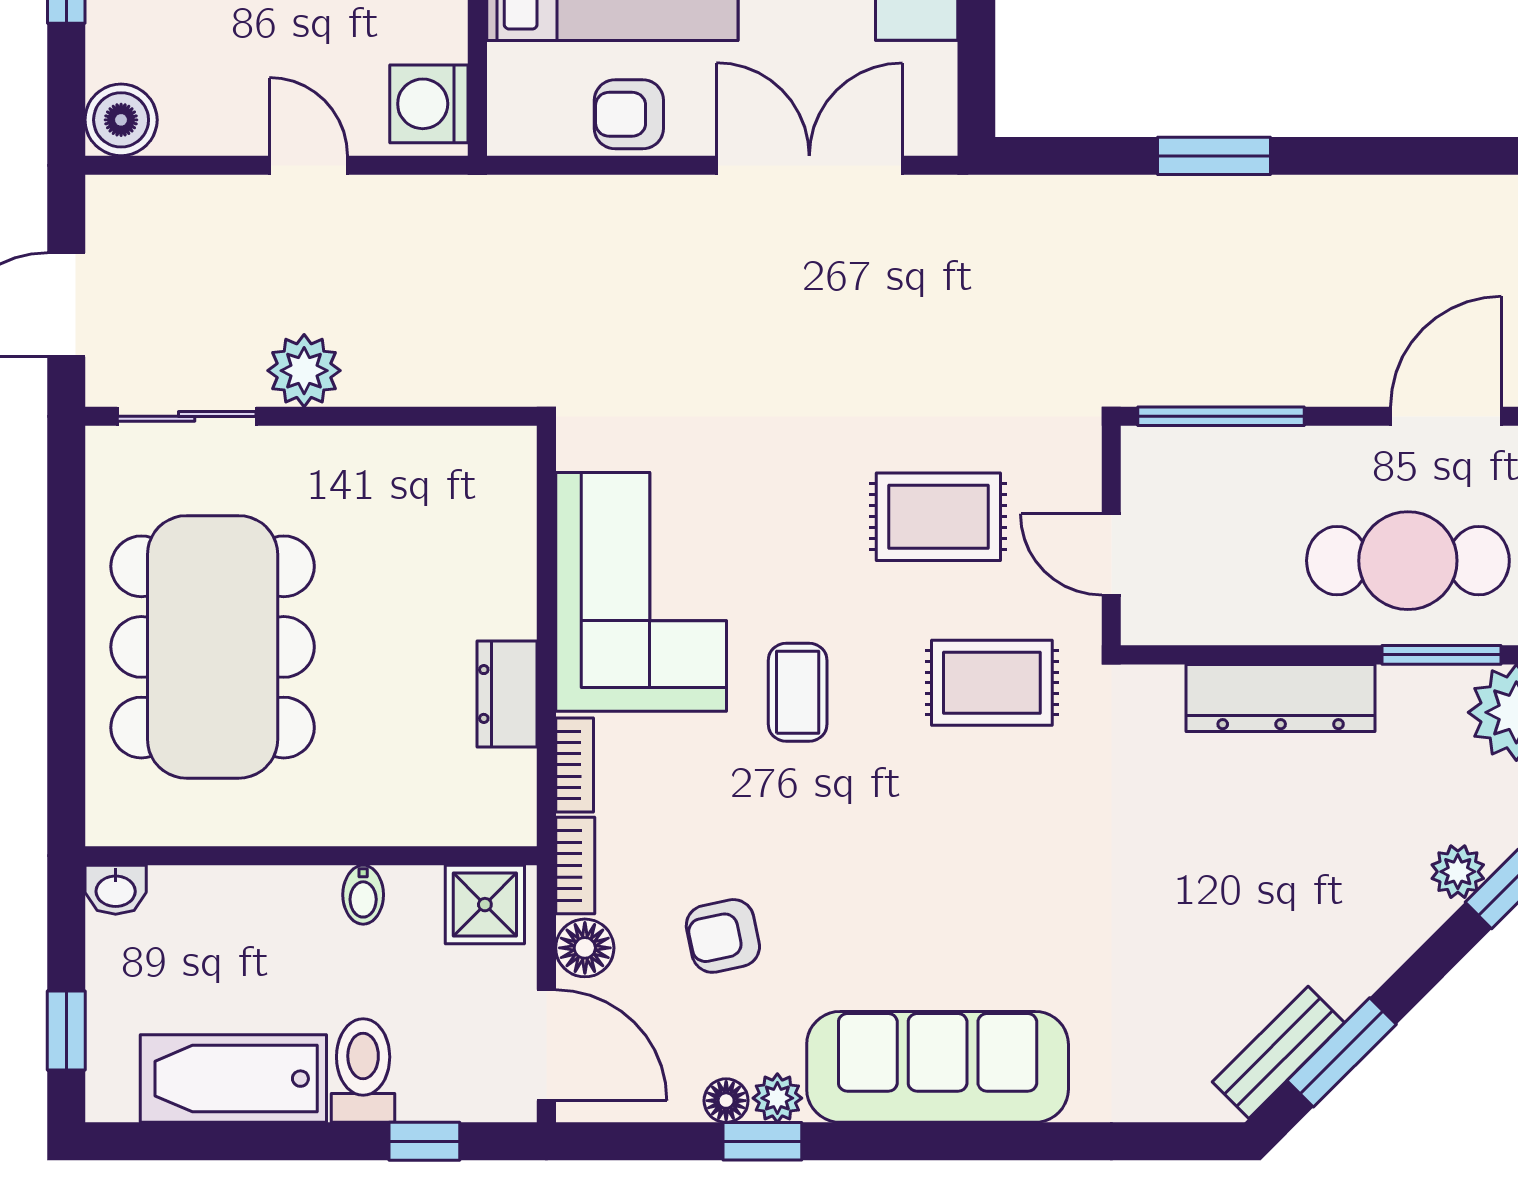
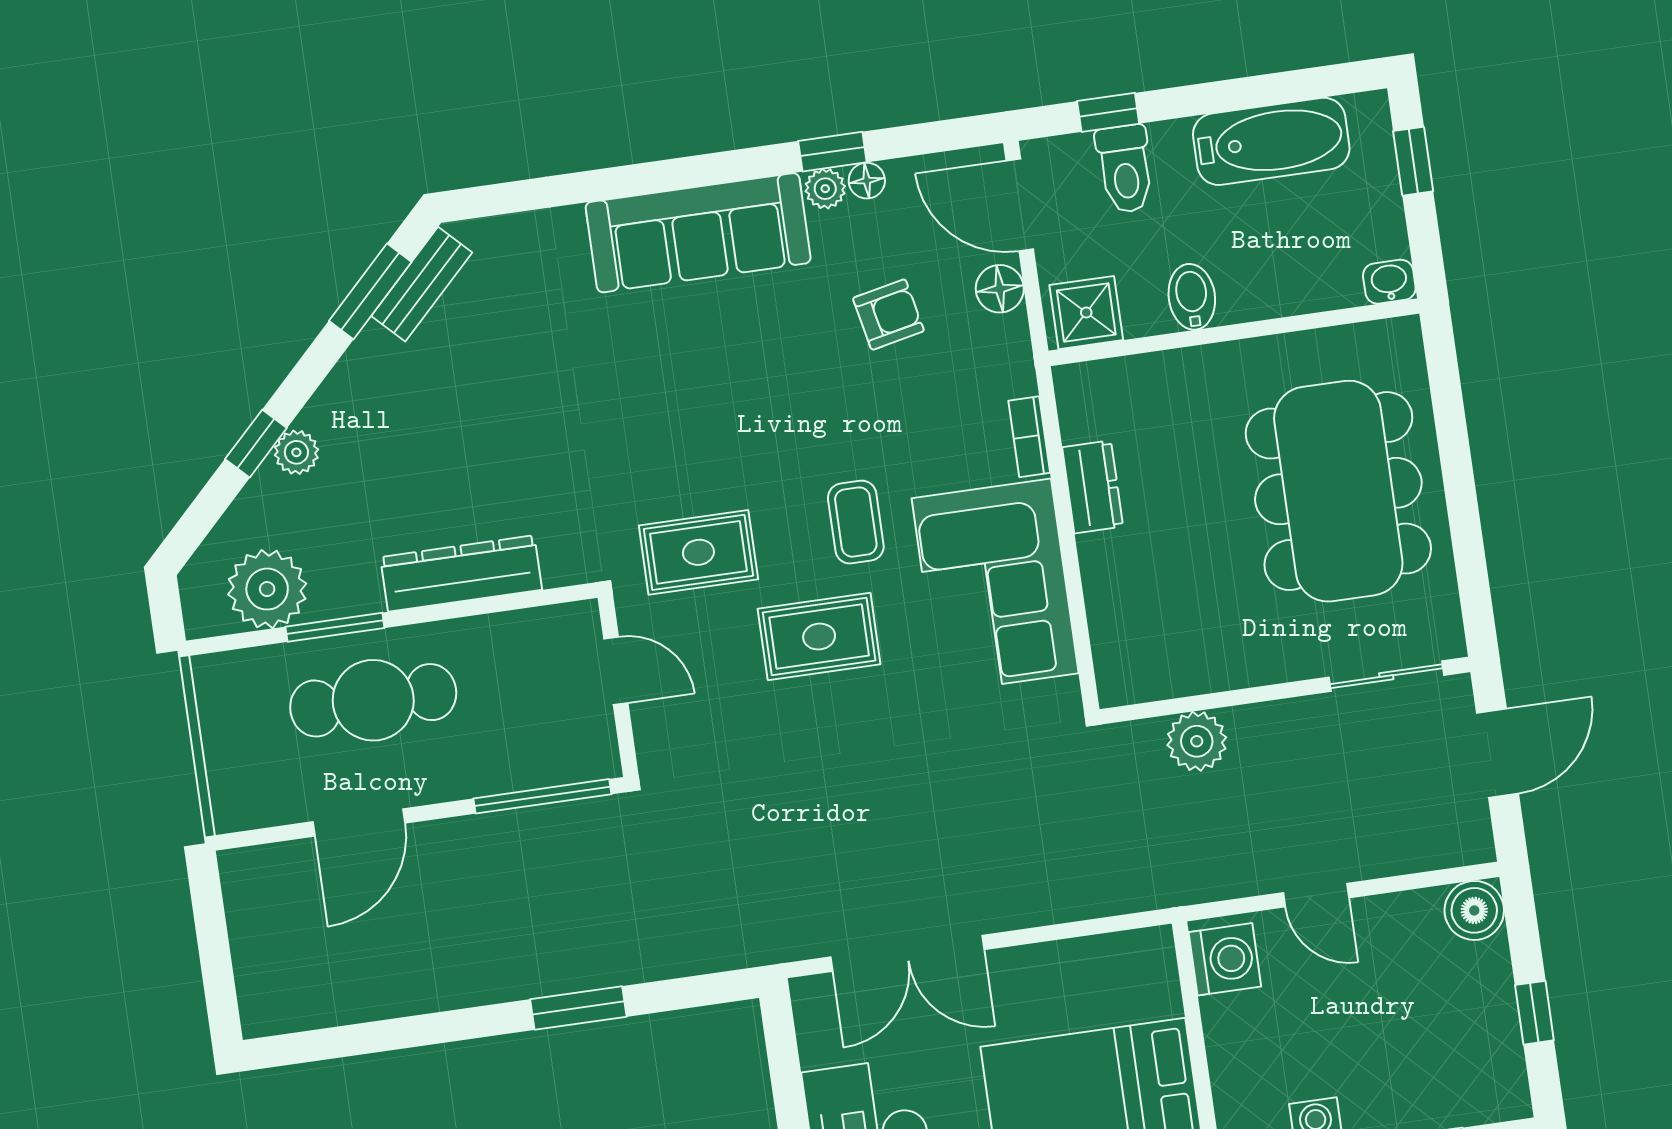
armchair: (629, 114) -> (1061, 974), removed
plant: (304, 371) -> (1197, 741), moved
rug: (938, 517) -> (819, 637), moved
bookcase: (575, 865) -> (1017, 355), removed
bidet: (363, 895) -> (1192, 297), width x1.38, depth x1.36
toilet: (363, 1070) -> (1125, 169), moved

